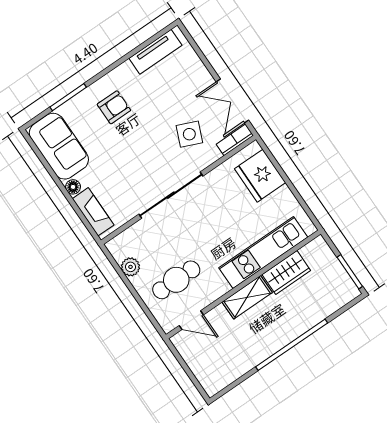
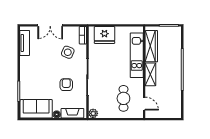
double door: (232, 101) -> (50, 25), moved
armchair: (114, 107) -> (66, 85), moved
plant: (130, 267) -> (93, 113), moved
wardrobe: (286, 272) -> (151, 46), width x1.50
door: (191, 320) -> (144, 104), hinge flipped

